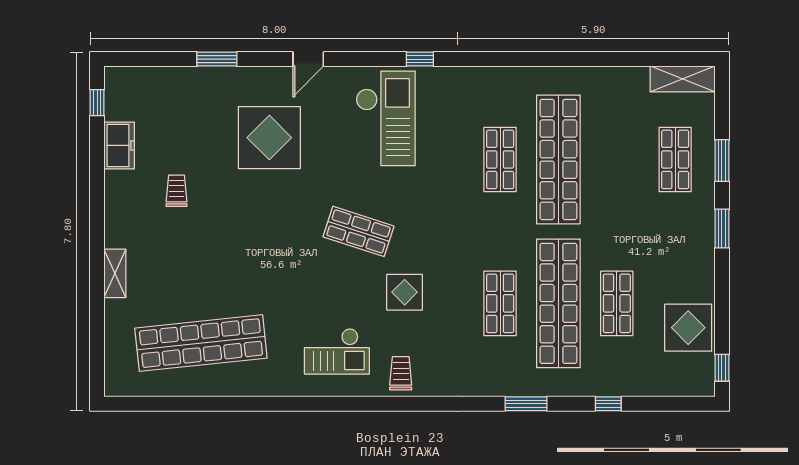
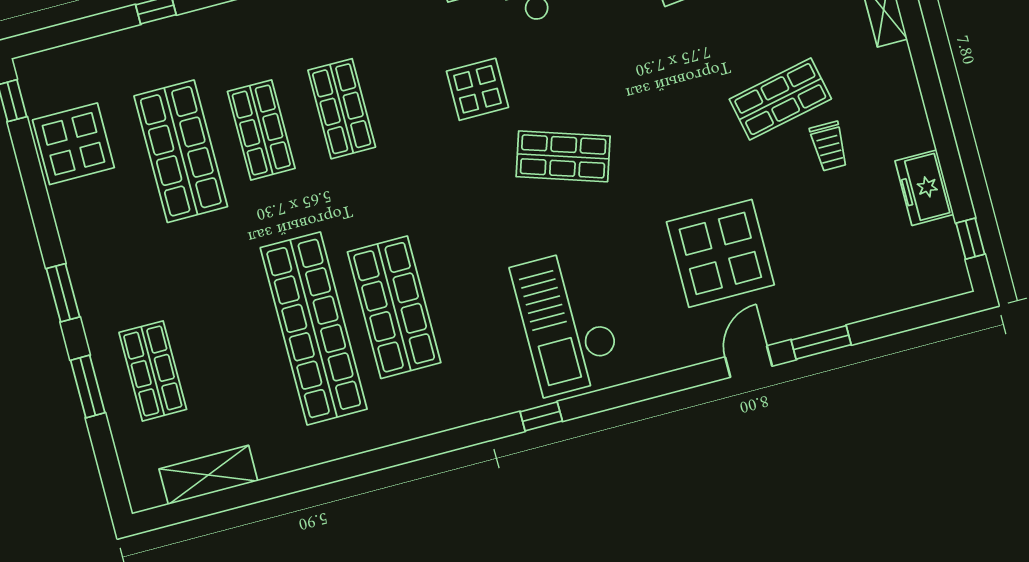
door: (308, 59) -> (749, 362), moved
shelving: (683, 79) -> (208, 475), moved
shop shelf: (500, 159) -> (394, 307), width x1.43, depth x1.36
shop shelf: (201, 231) -> (780, 99), added
shop shelf: (558, 303) -> (261, 130), width x0.50, depth x0.74
shop shelf: (617, 303) -> (181, 151), width x1.43, depth x1.36

